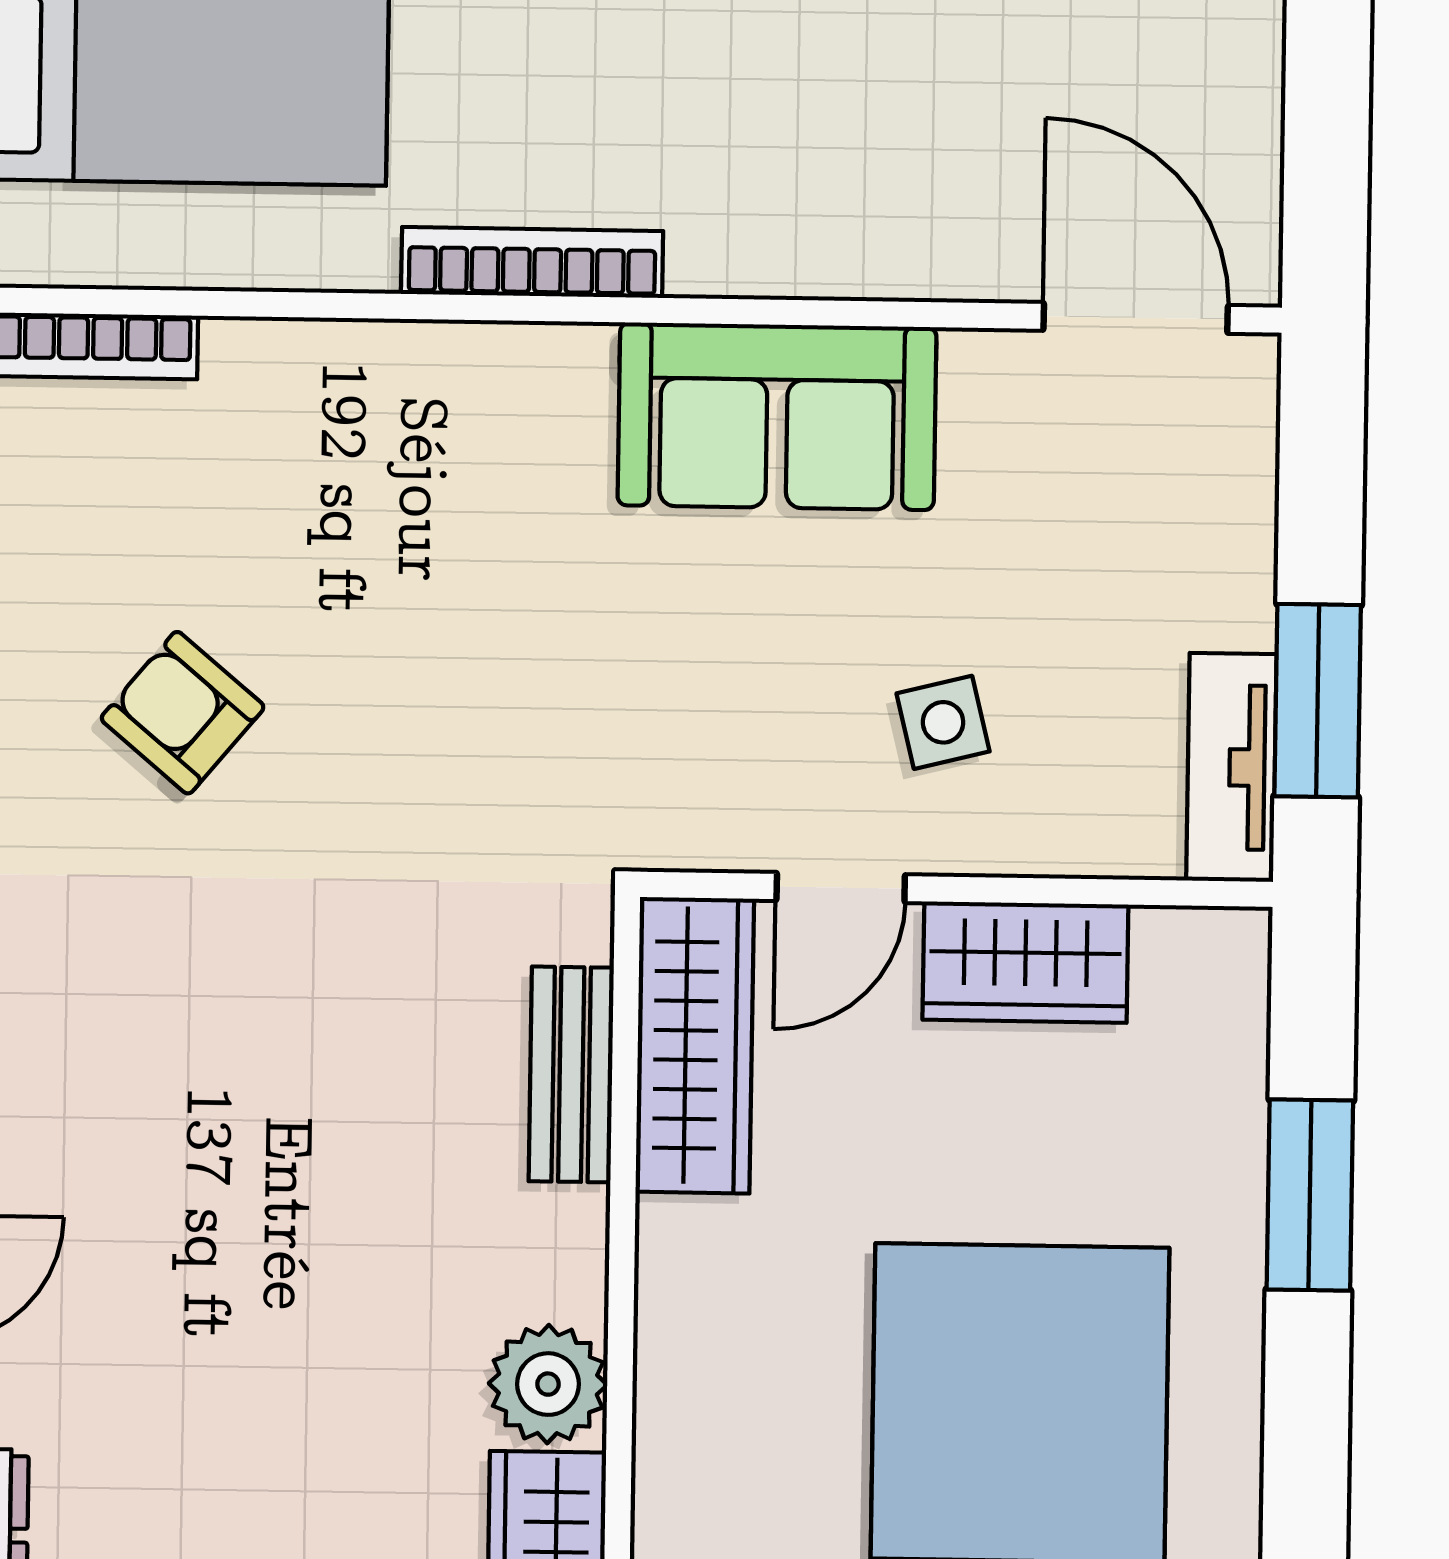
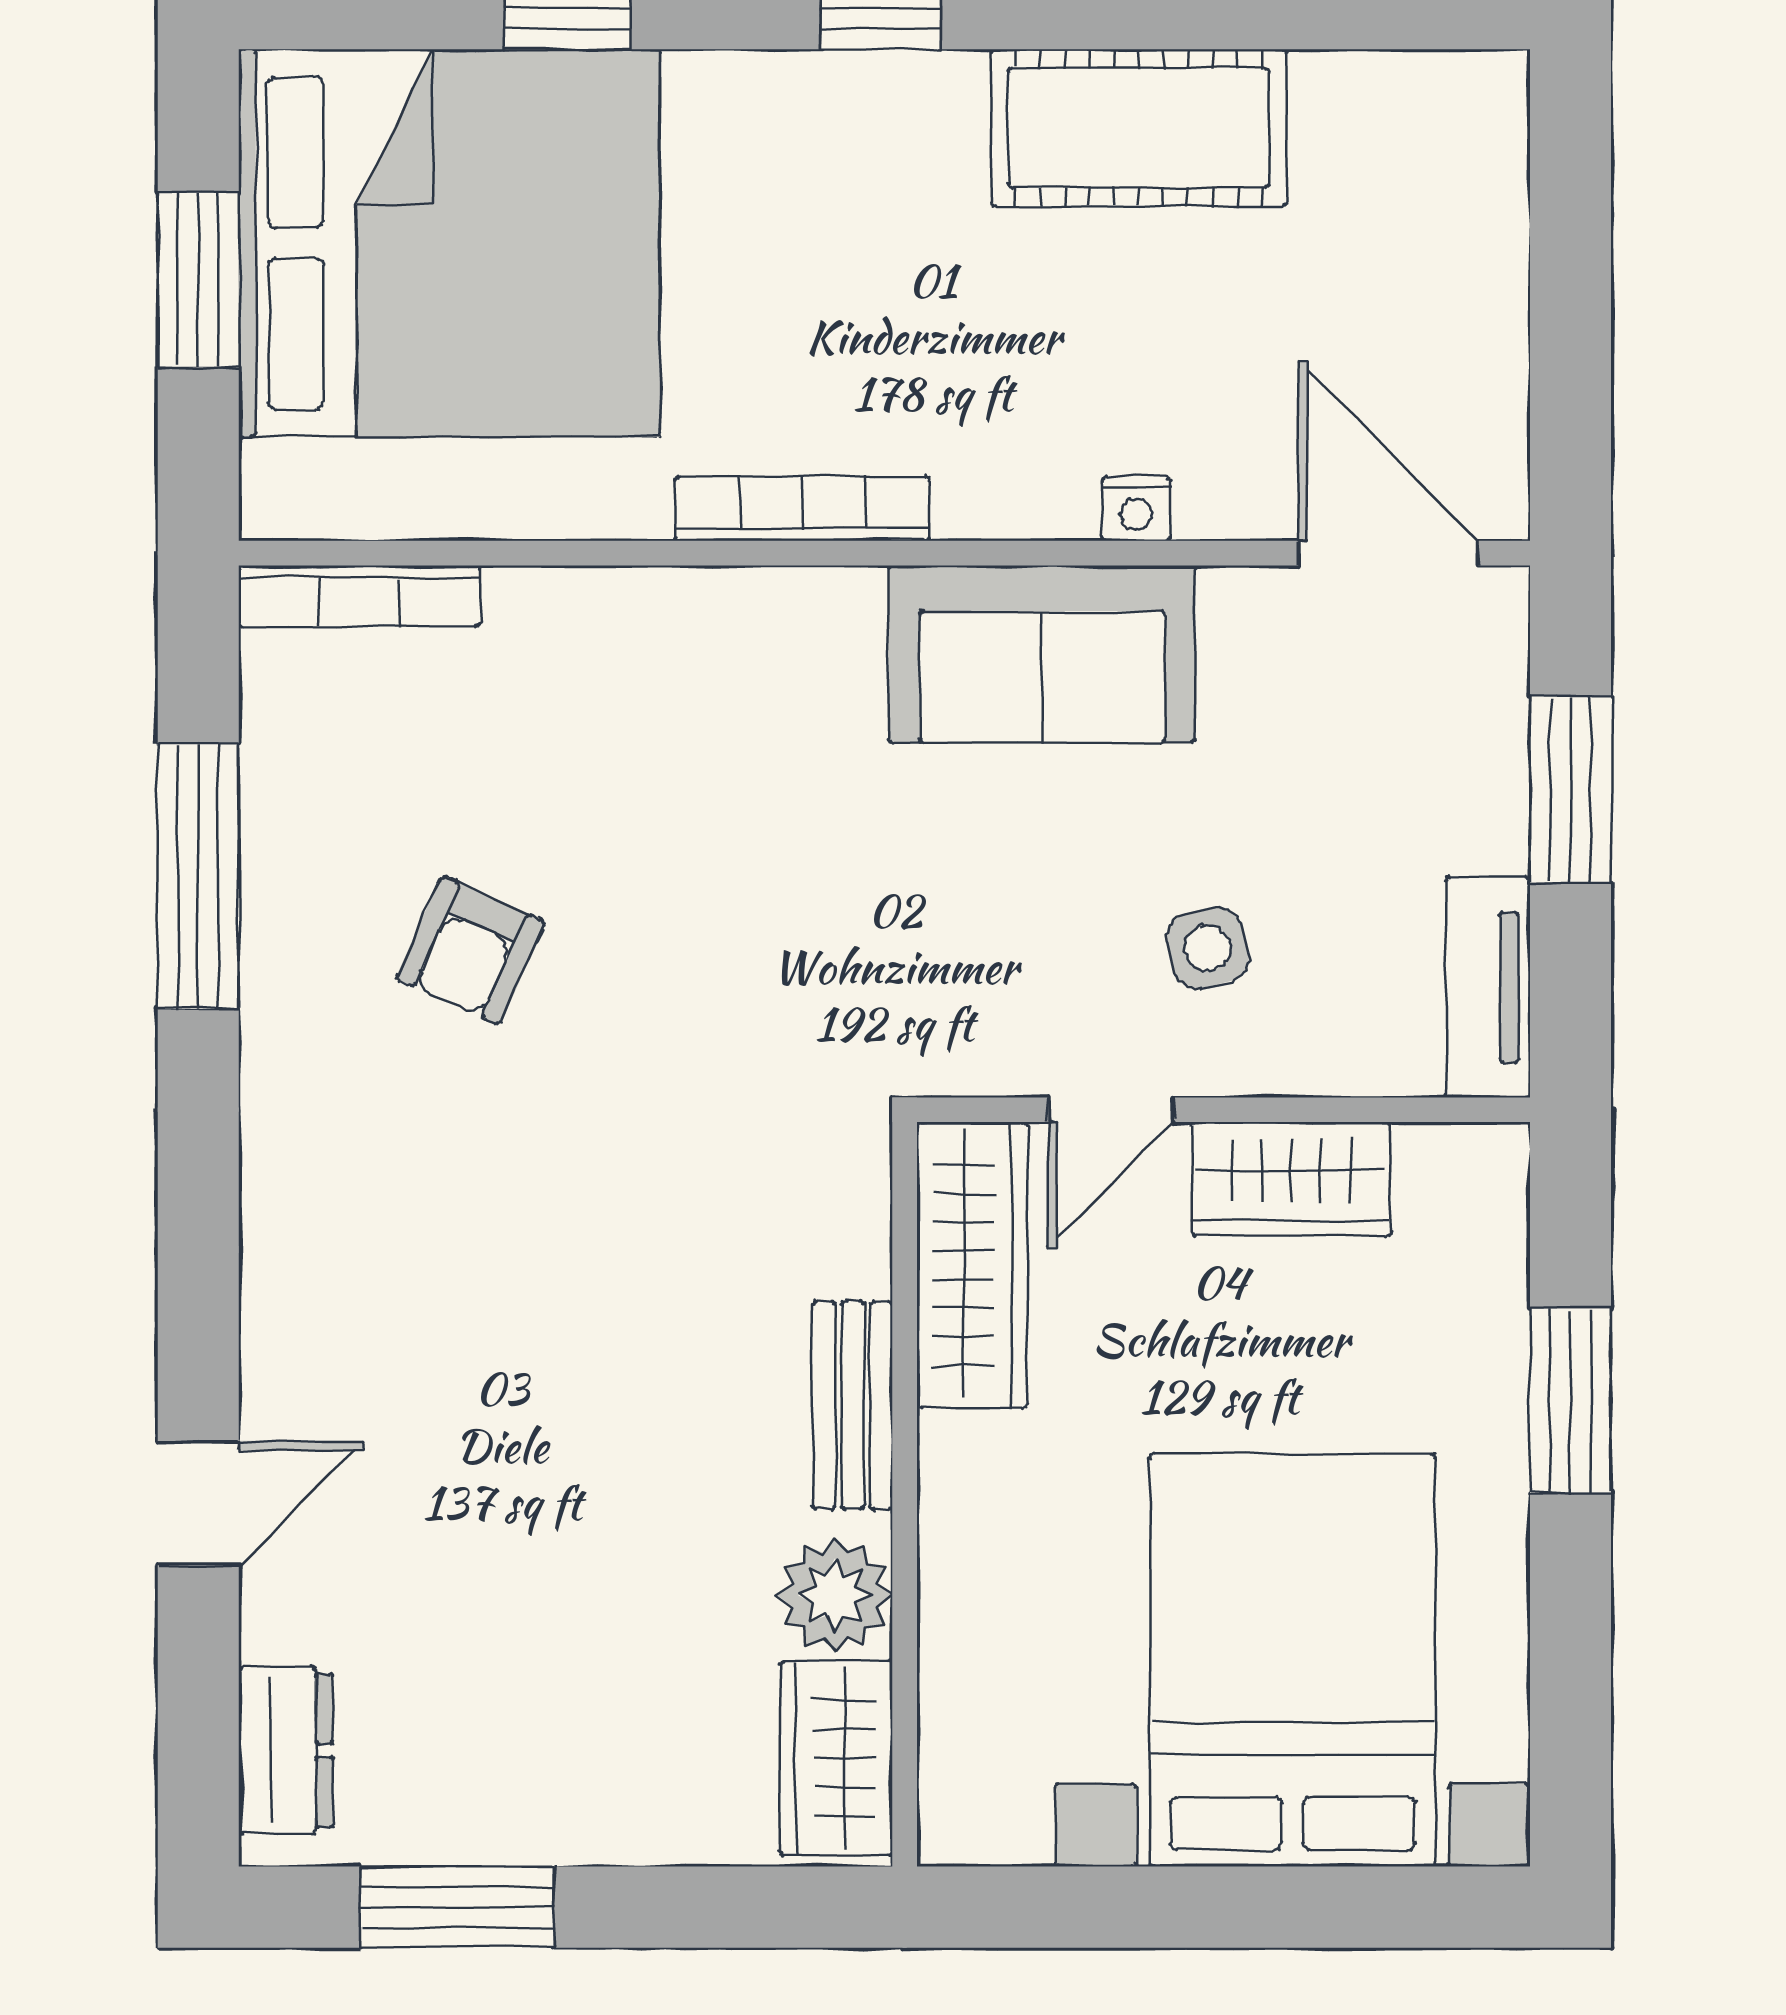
nightstand: (876, 268) -> (1136, 509), added
window: (1318, 701) -> (1571, 789), moved
armchair: (183, 713) -> (471, 950), turned -106
bench: (571, 1074) -> (853, 1405), moved

